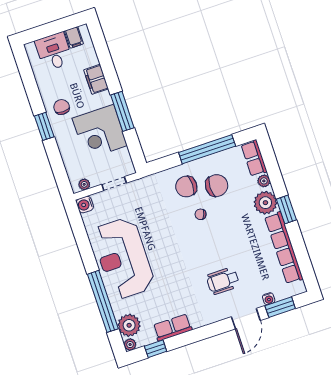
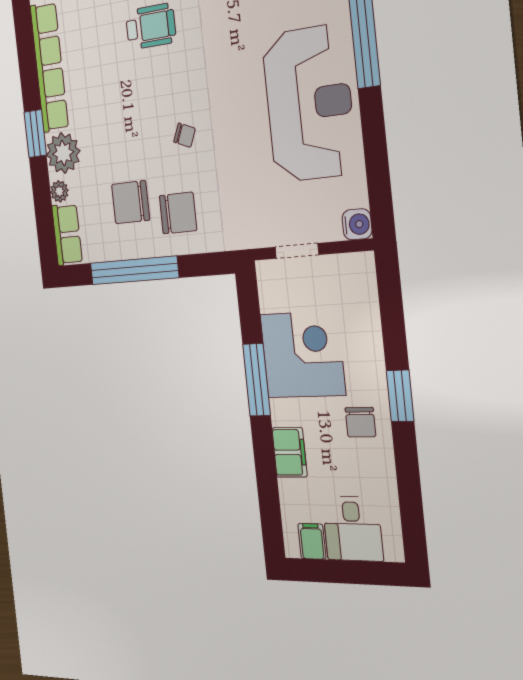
plant: (84, 184) -> (350, 264), removed
chair: (201, 214) -> (185, 135), moved

